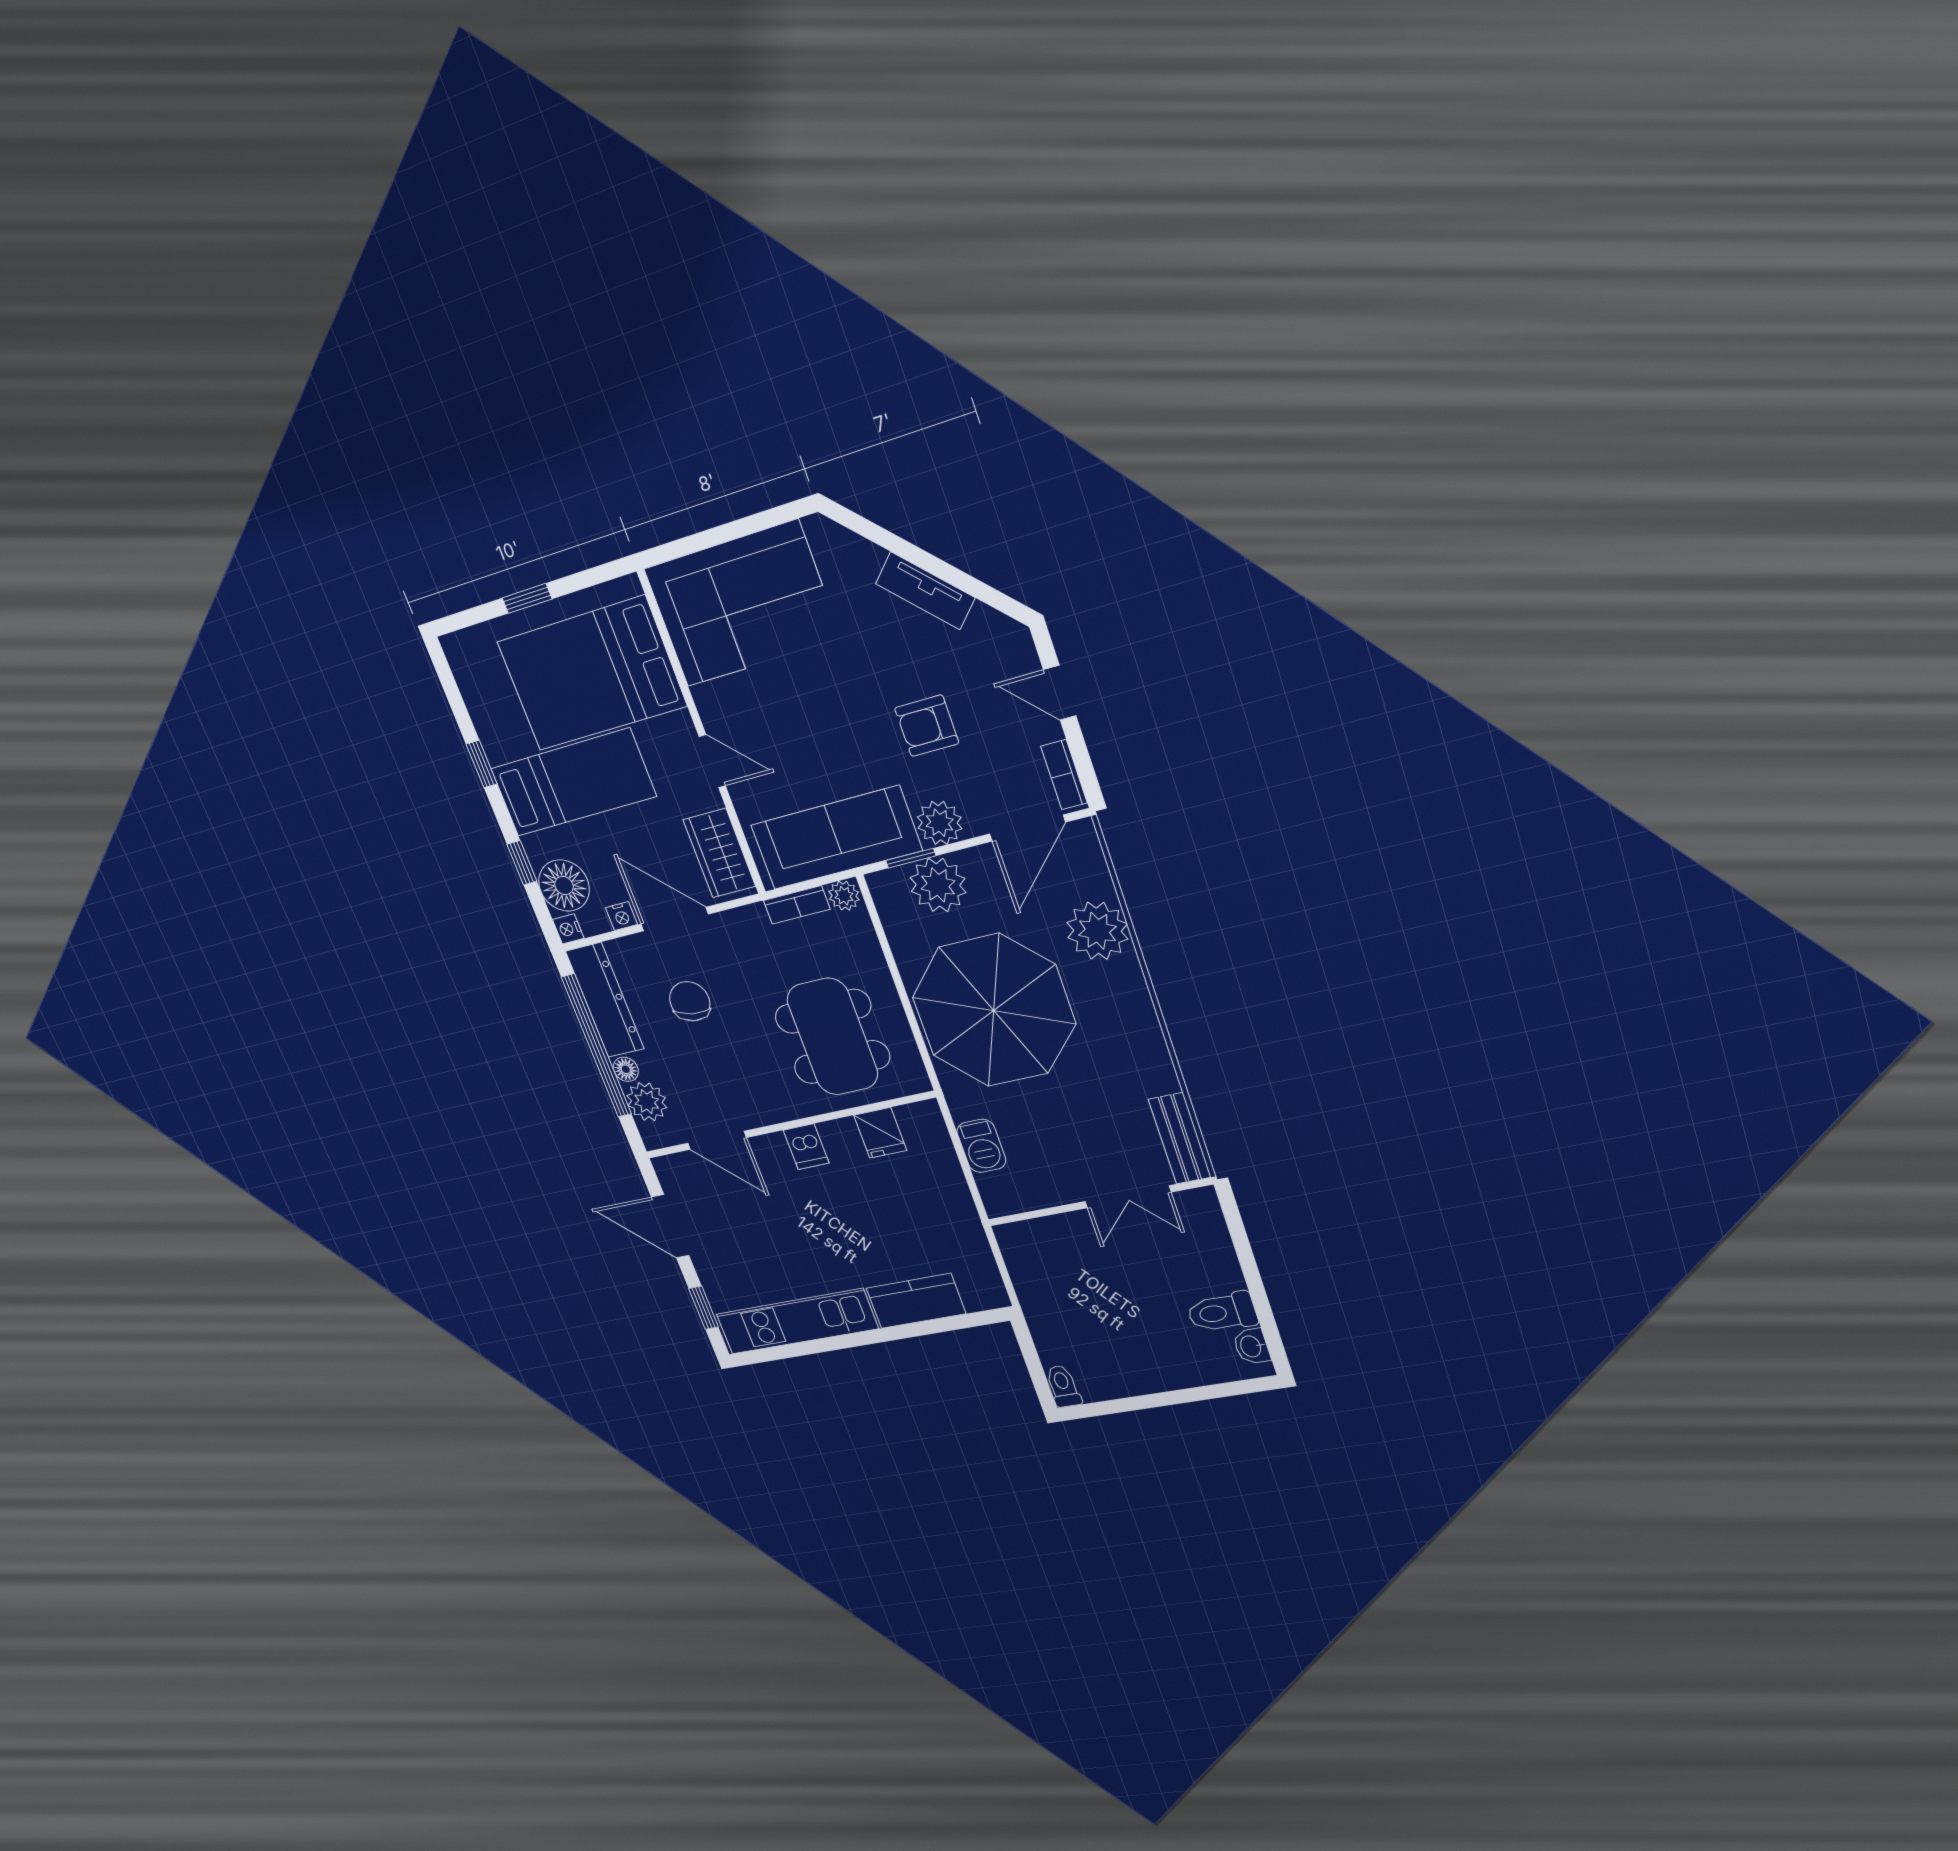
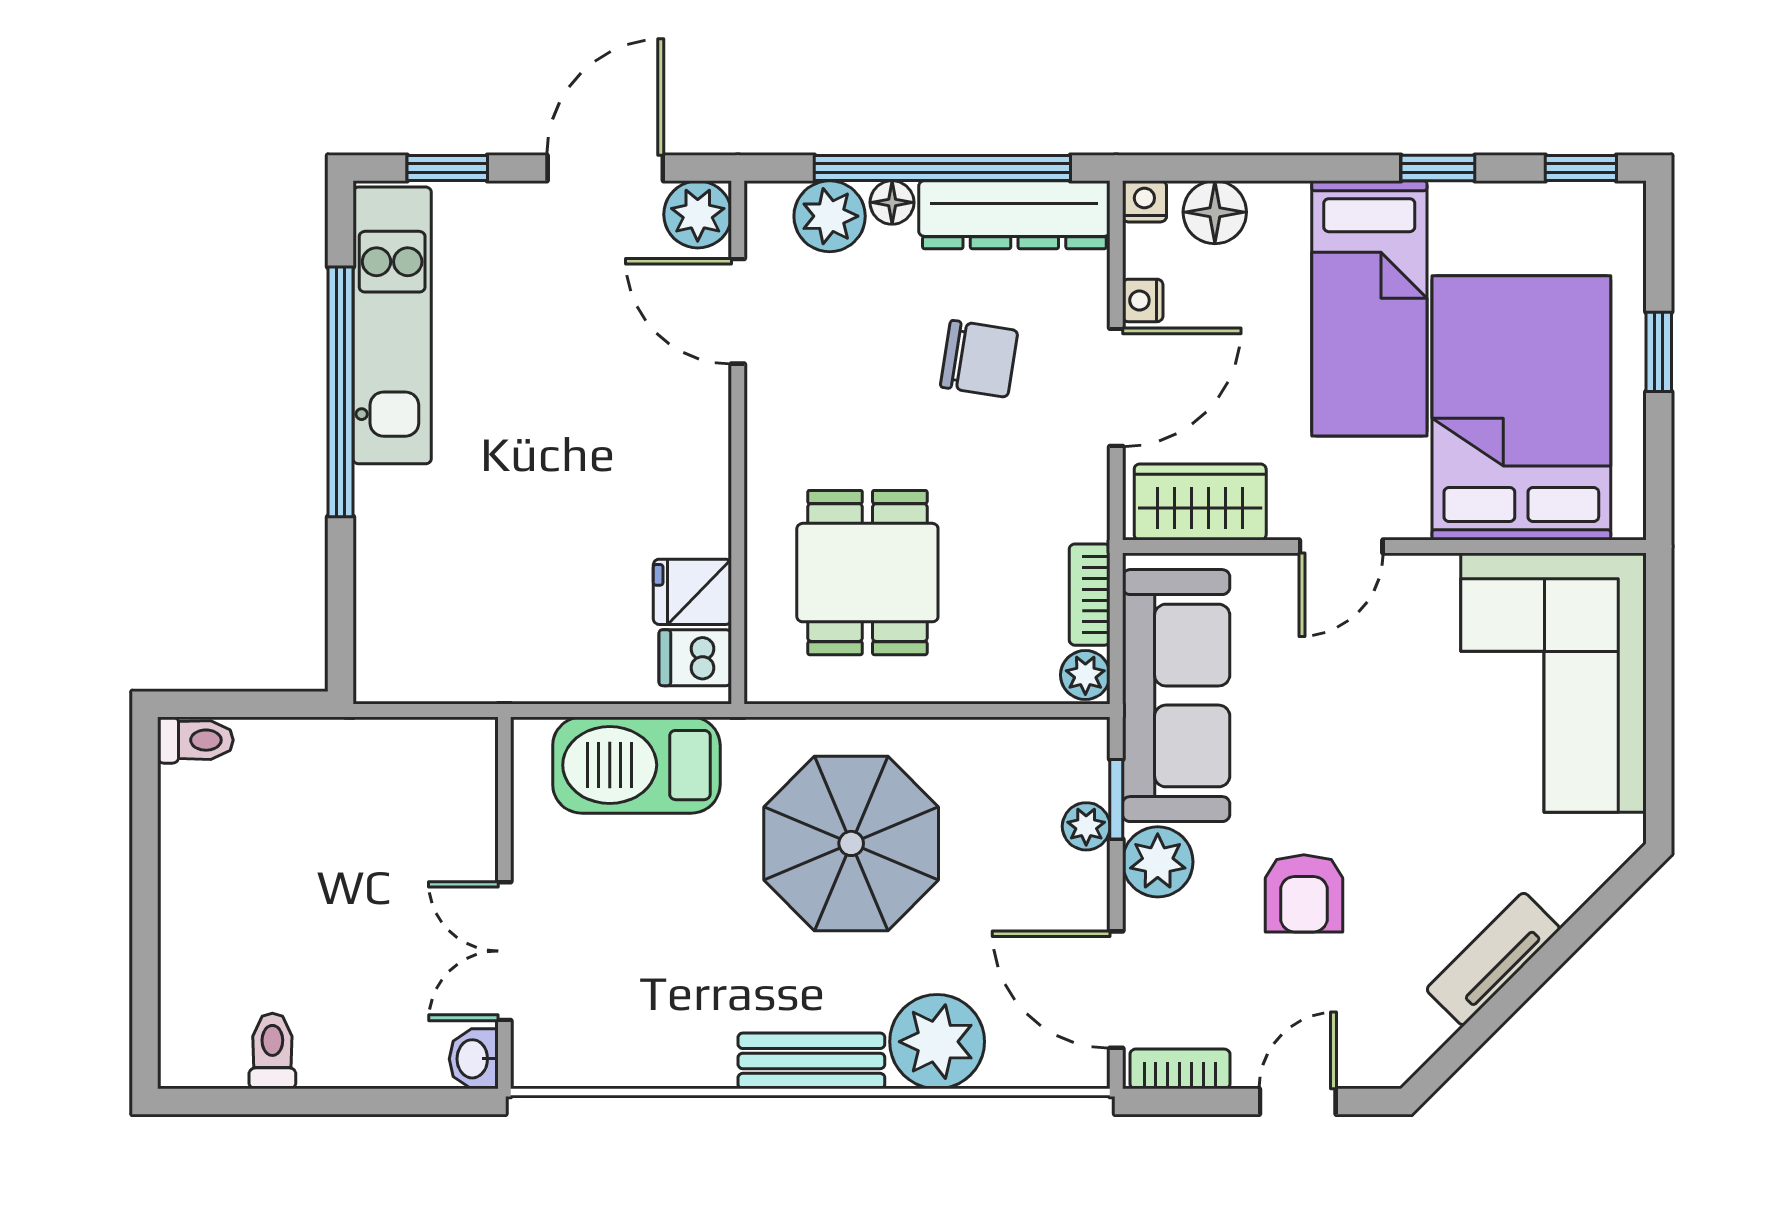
armchair: (927, 726) -> (1304, 893), turned 180
window: (522, 863) -> (1581, 168), moved
plant: (938, 885) -> (1086, 826), width x0.53, depth x0.53
floor lamp: (564, 886) -> (1215, 212), width x0.73, depth x0.73
parasol: (994, 1010) -> (851, 843), width x0.73, depth x0.73
dining table: (832, 1037) -> (867, 573), width x0.73
bench: (1180, 1138) -> (811, 1061), moved
door: (717, 1140) -> (738, 311), hinge flipped
barbecue: (981, 1146) -> (636, 765), width x1.88, depth x1.53
dishwasher: (806, 1147) -> (695, 658), moved
plant: (674, 1173) -> (698, 214), added
kitchen counter: (916, 1301) -> (391, 546), removed
toilet: (1222, 1312) -> (272, 1051), width x0.73, depth x0.72
window: (842, 1342) -> (340, 392), added
washbasin: (1252, 1346) -> (474, 1059), moved, turned -90

